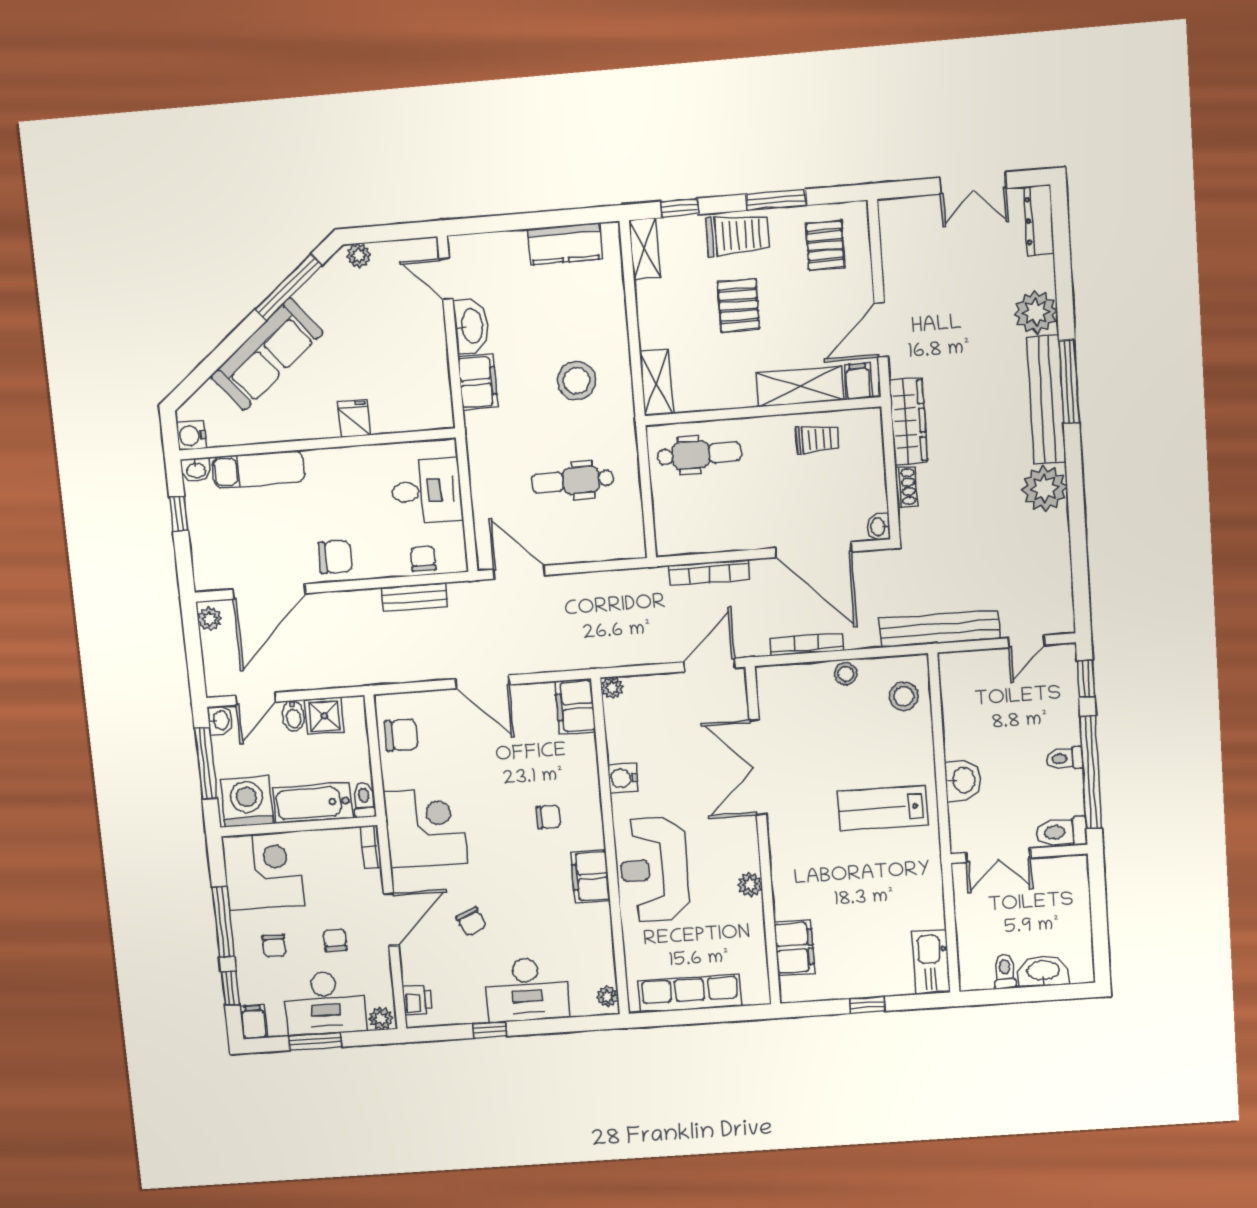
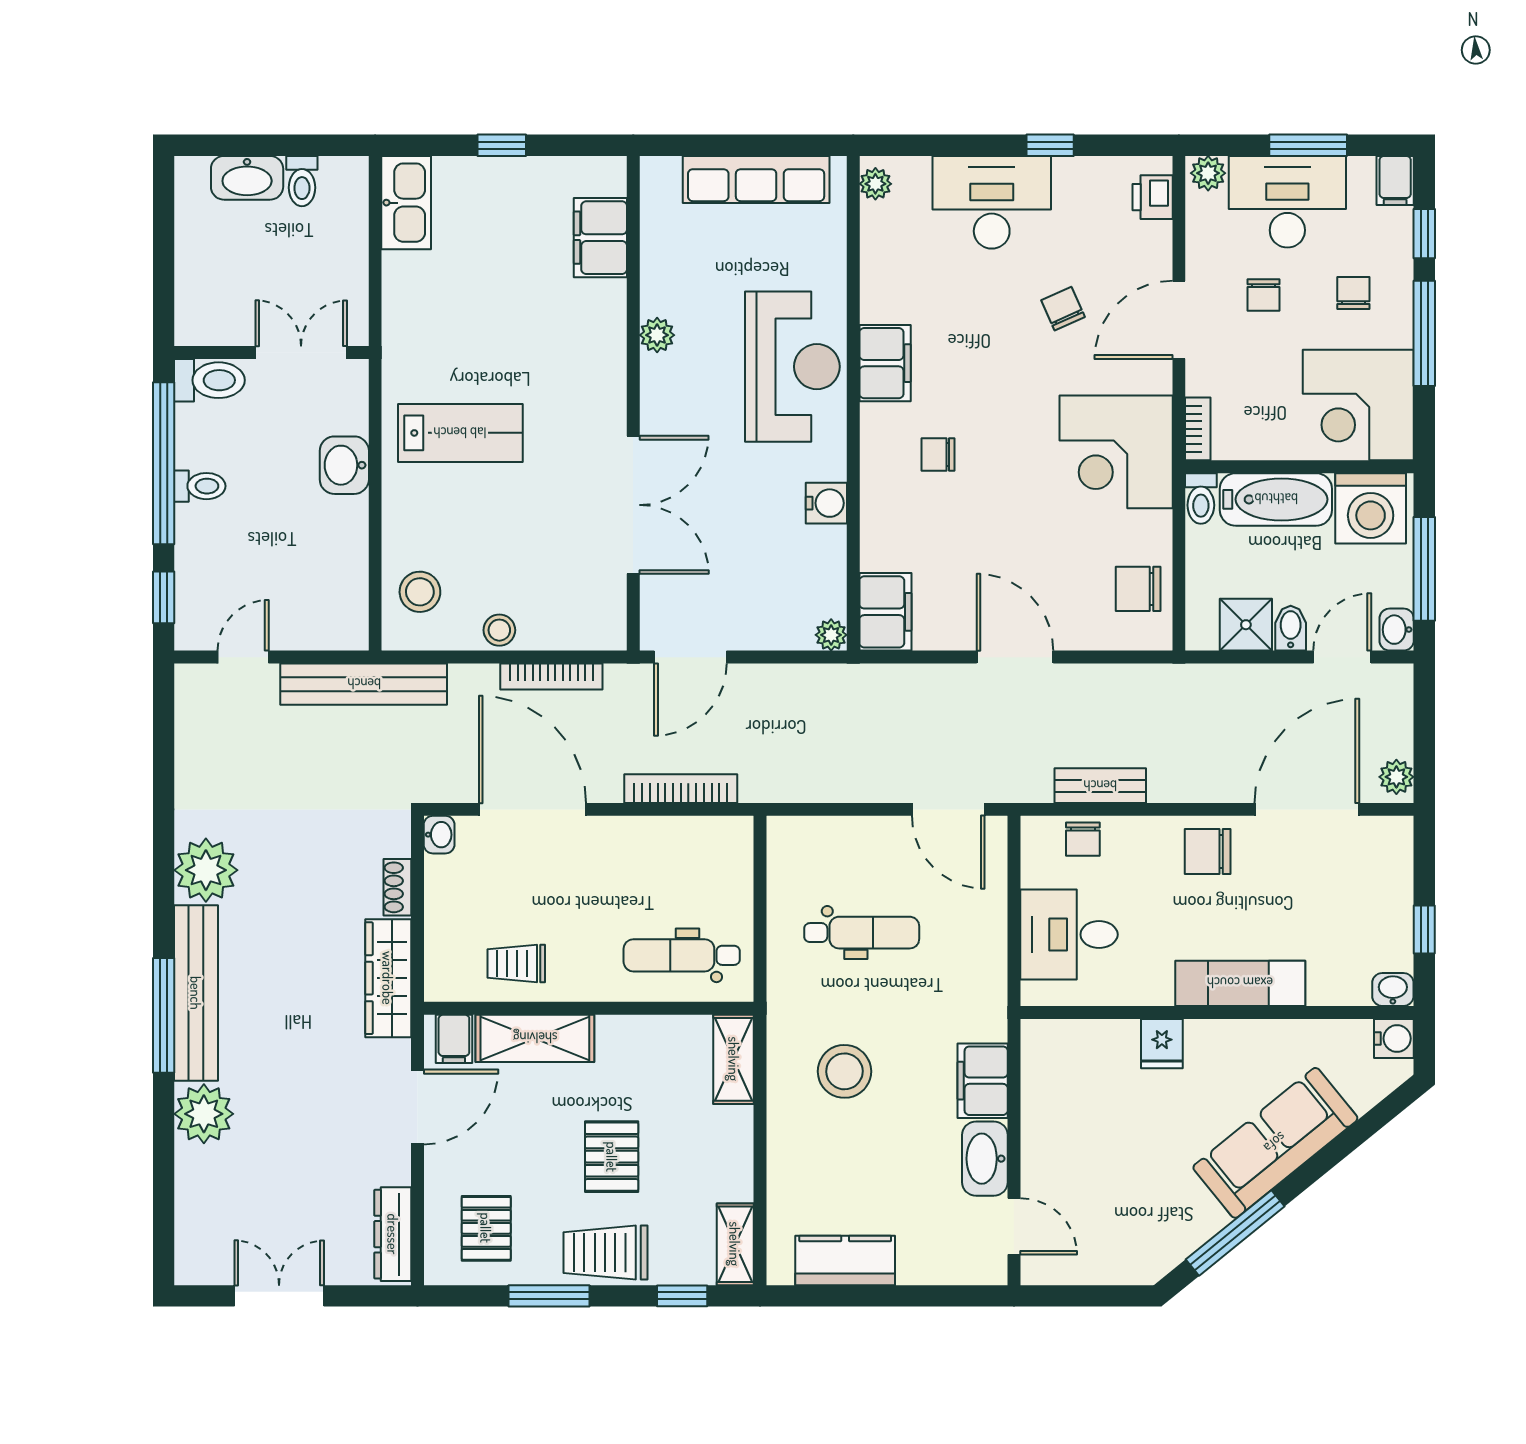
dresser: (1039, 220) -> (393, 1234), moved, turned 180
plant: (359, 256) -> (1133, 1268), removed
exam couch: (258, 469) -> (1240, 983), moved

